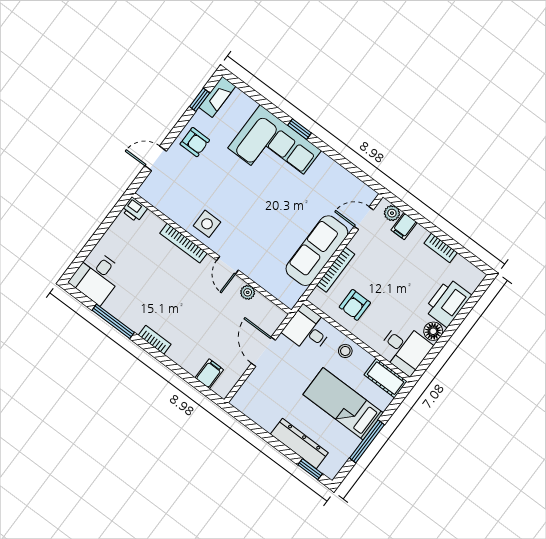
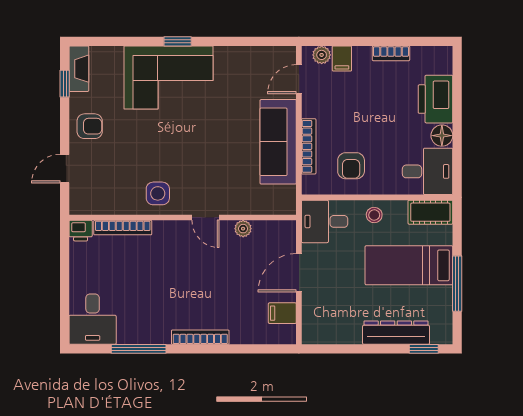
bookcase: (184, 243) -> (123, 228), moved
bookcase: (155, 340) -> (200, 337), width x1.56
door: (263, 352) -> (299, 273), hinge flipped
filing cabinet: (209, 374) -> (282, 313), moved, turned -90

